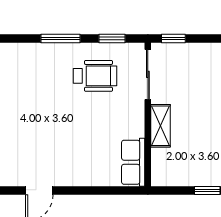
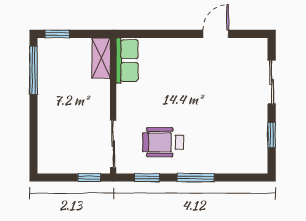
shelving: (161, 126) -> (101, 58), moved

